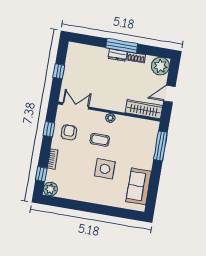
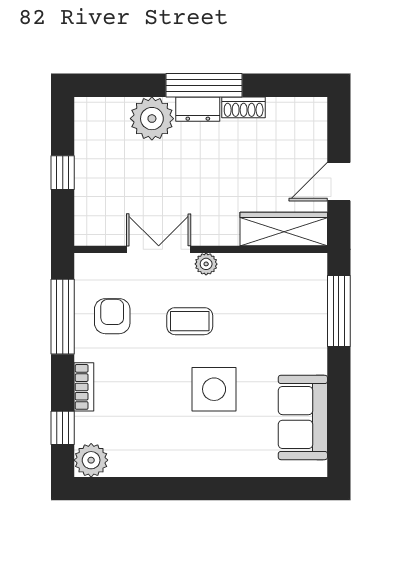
plant: (160, 66) -> (152, 119), moved
double door: (76, 106) -> (159, 249), moved
window: (49, 129) -> (63, 317), width x2.17

